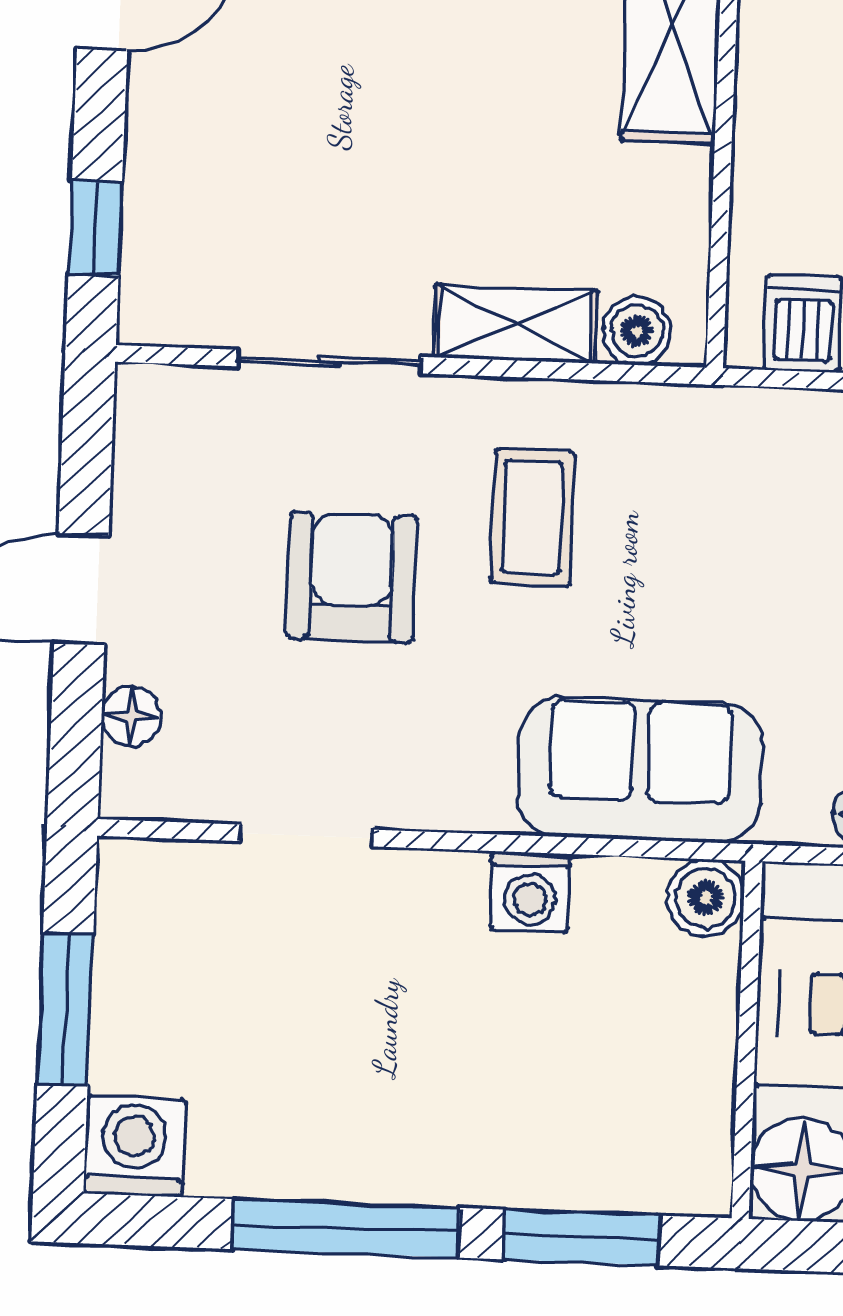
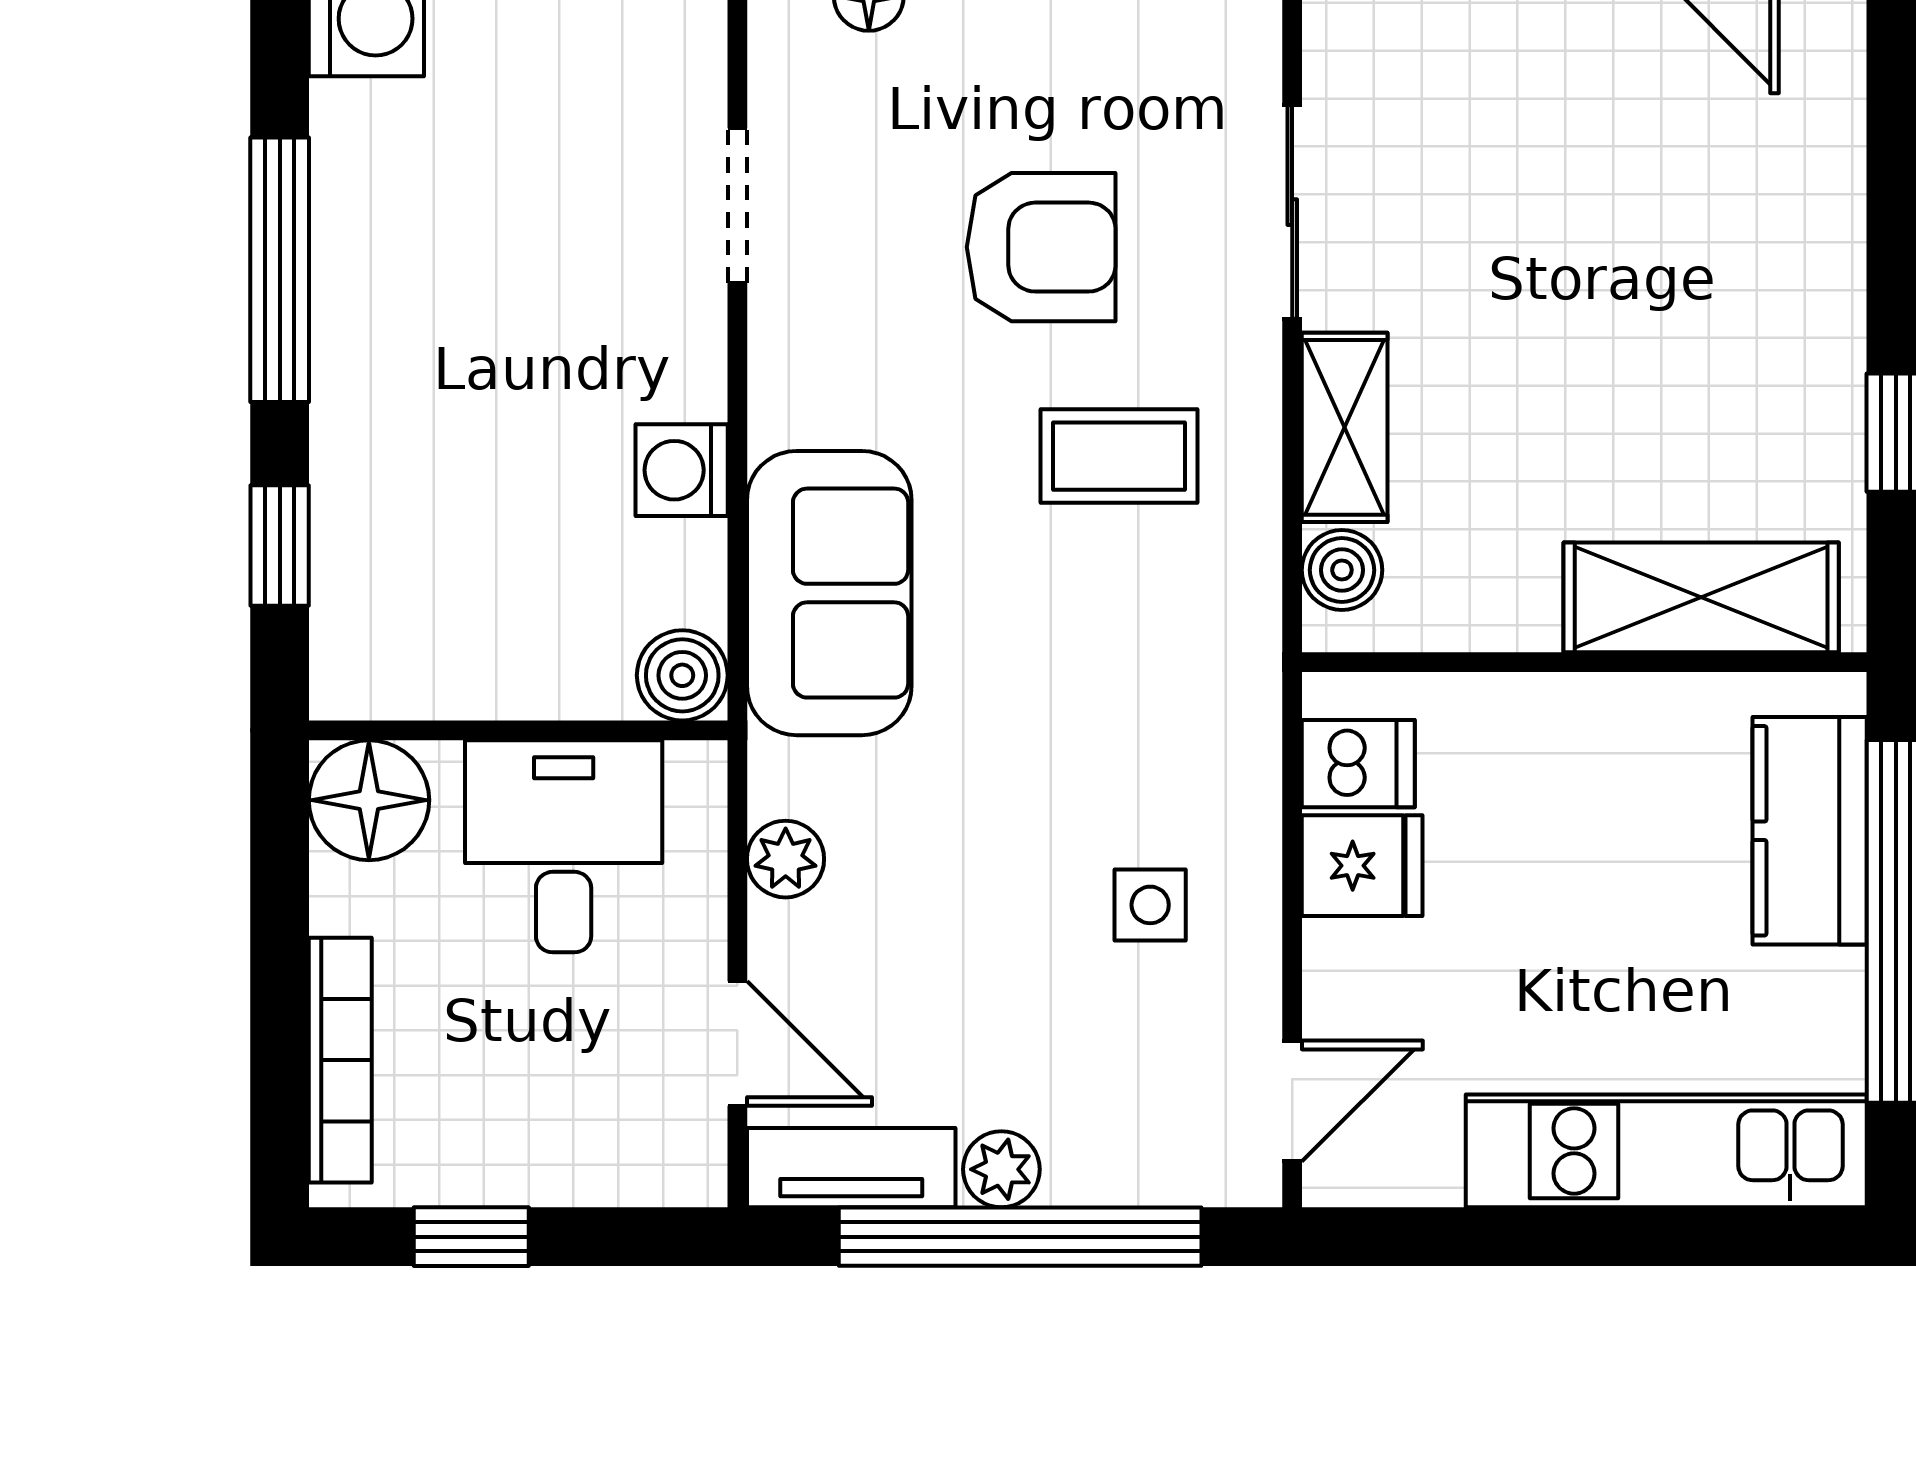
window: (581, 1237) -> (280, 545), width x0.67

